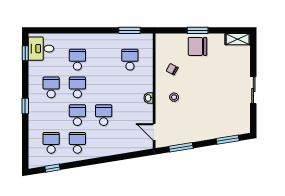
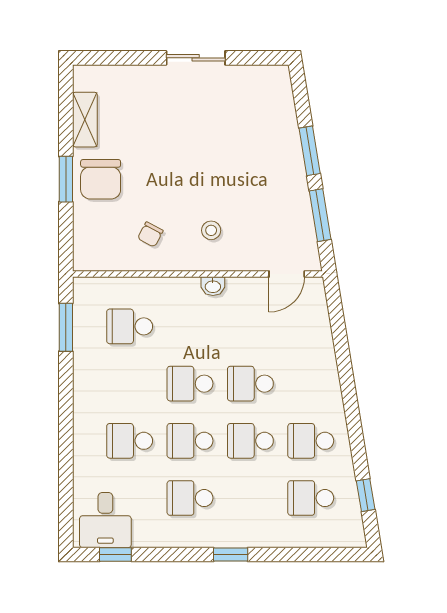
shelving: (238, 39) -> (85, 120), moved
school desk: (104, 87) -> (190, 384), added
window: (228, 140) -> (310, 151), moved

